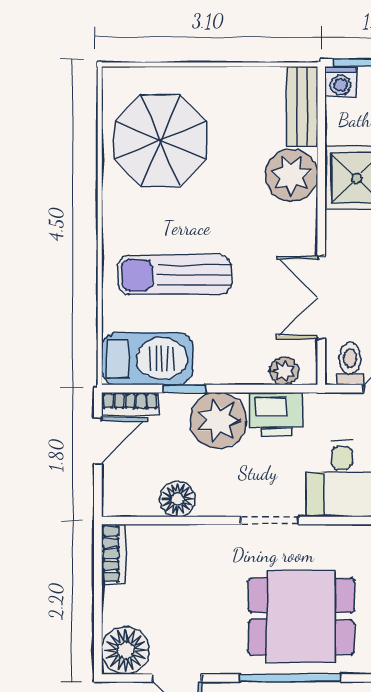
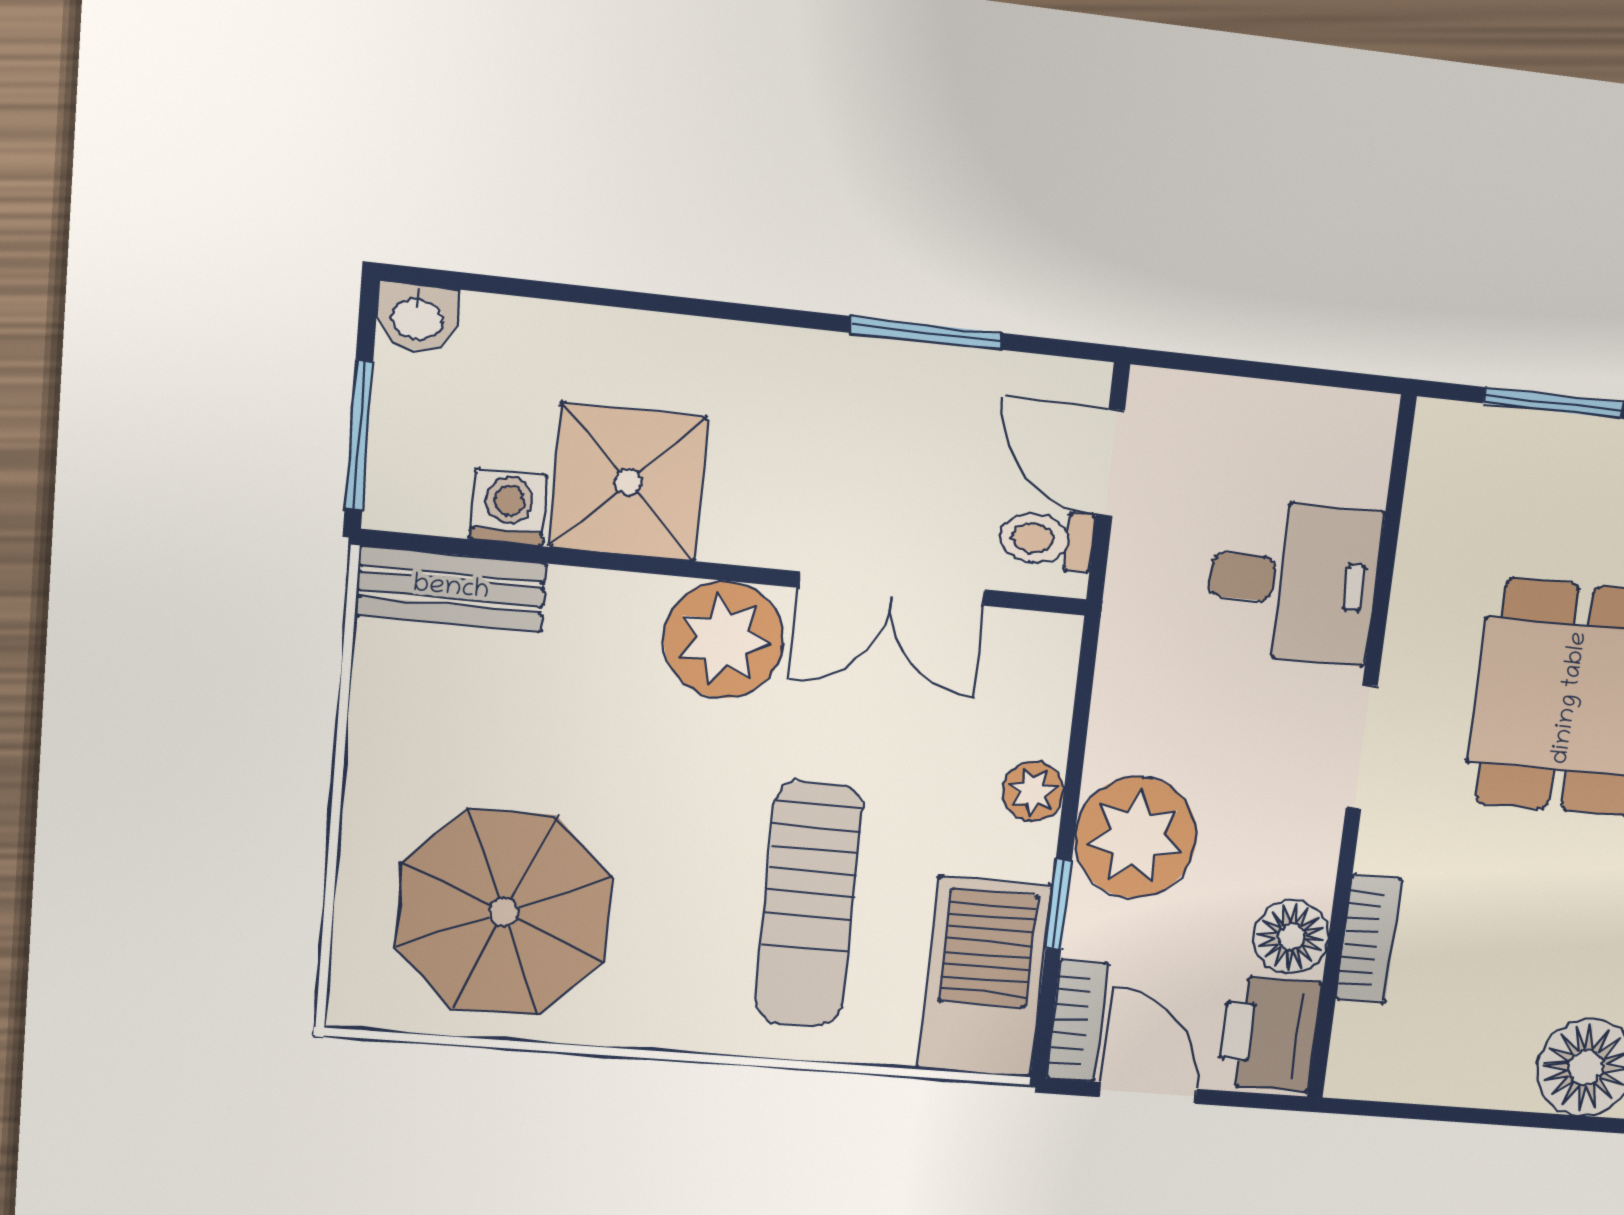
washing machine: (340, 82) -> (509, 507), moved, turned -90
plant: (291, 175) -> (724, 640), moved
plant: (284, 371) -> (1033, 791), moved
printer: (276, 414) -> (1269, 1034), moved, turned 180
bookcase: (114, 554) -> (1369, 939), moved, turned 90

